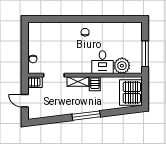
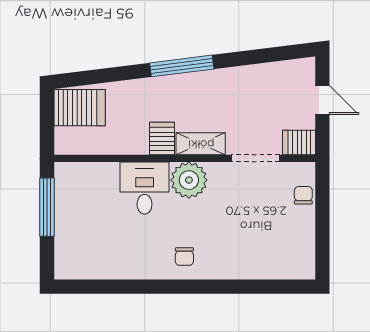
plant: (122, 66) -> (189, 180), moved
server rack: (131, 93) -> (80, 108), width x0.62

